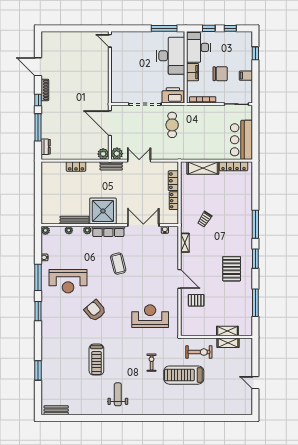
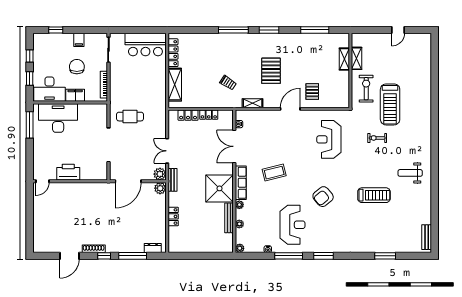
printer: (173, 95) -> (68, 172), moved, turned 90
pallet: (232, 269) -> (271, 71), moved, turned 90

